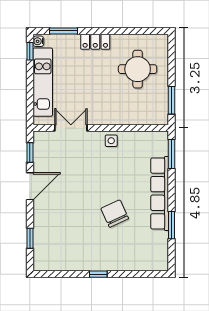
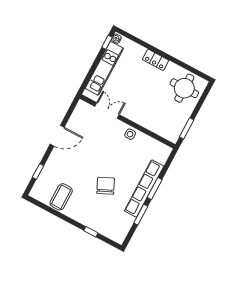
window: (63, 31) -> (138, 41), removed
round table: (138, 69) -> (184, 88), moved
window: (30, 153) -> (70, 112), removed
window: (172, 154) -> (155, 189), moved
coffee table: (71, 253) -> (61, 197), added
window: (98, 274) -> (91, 232), moved

